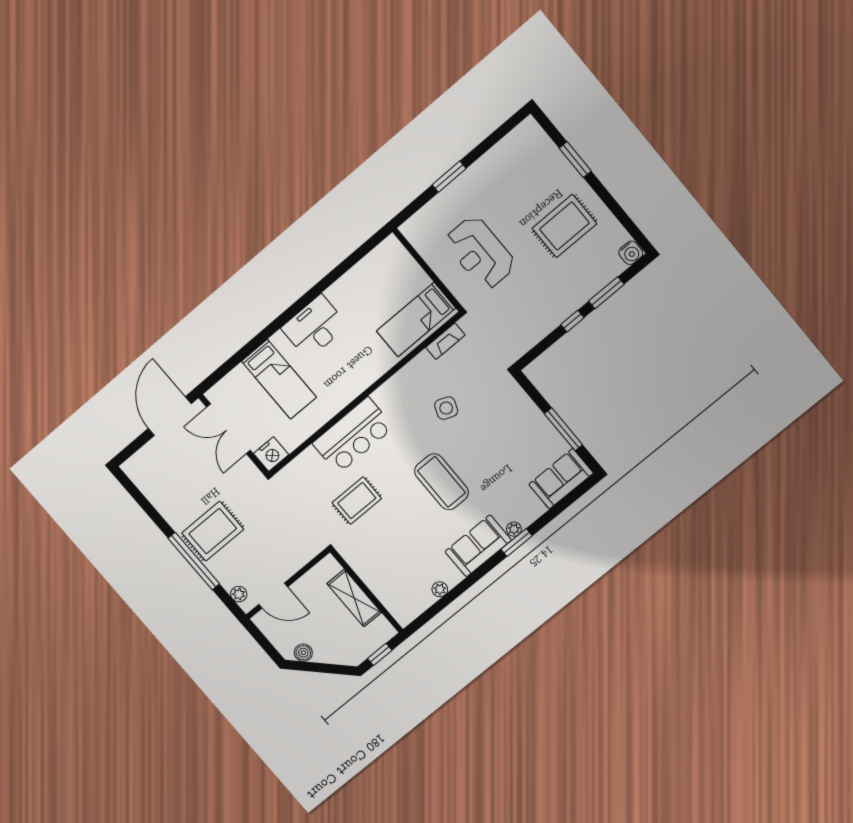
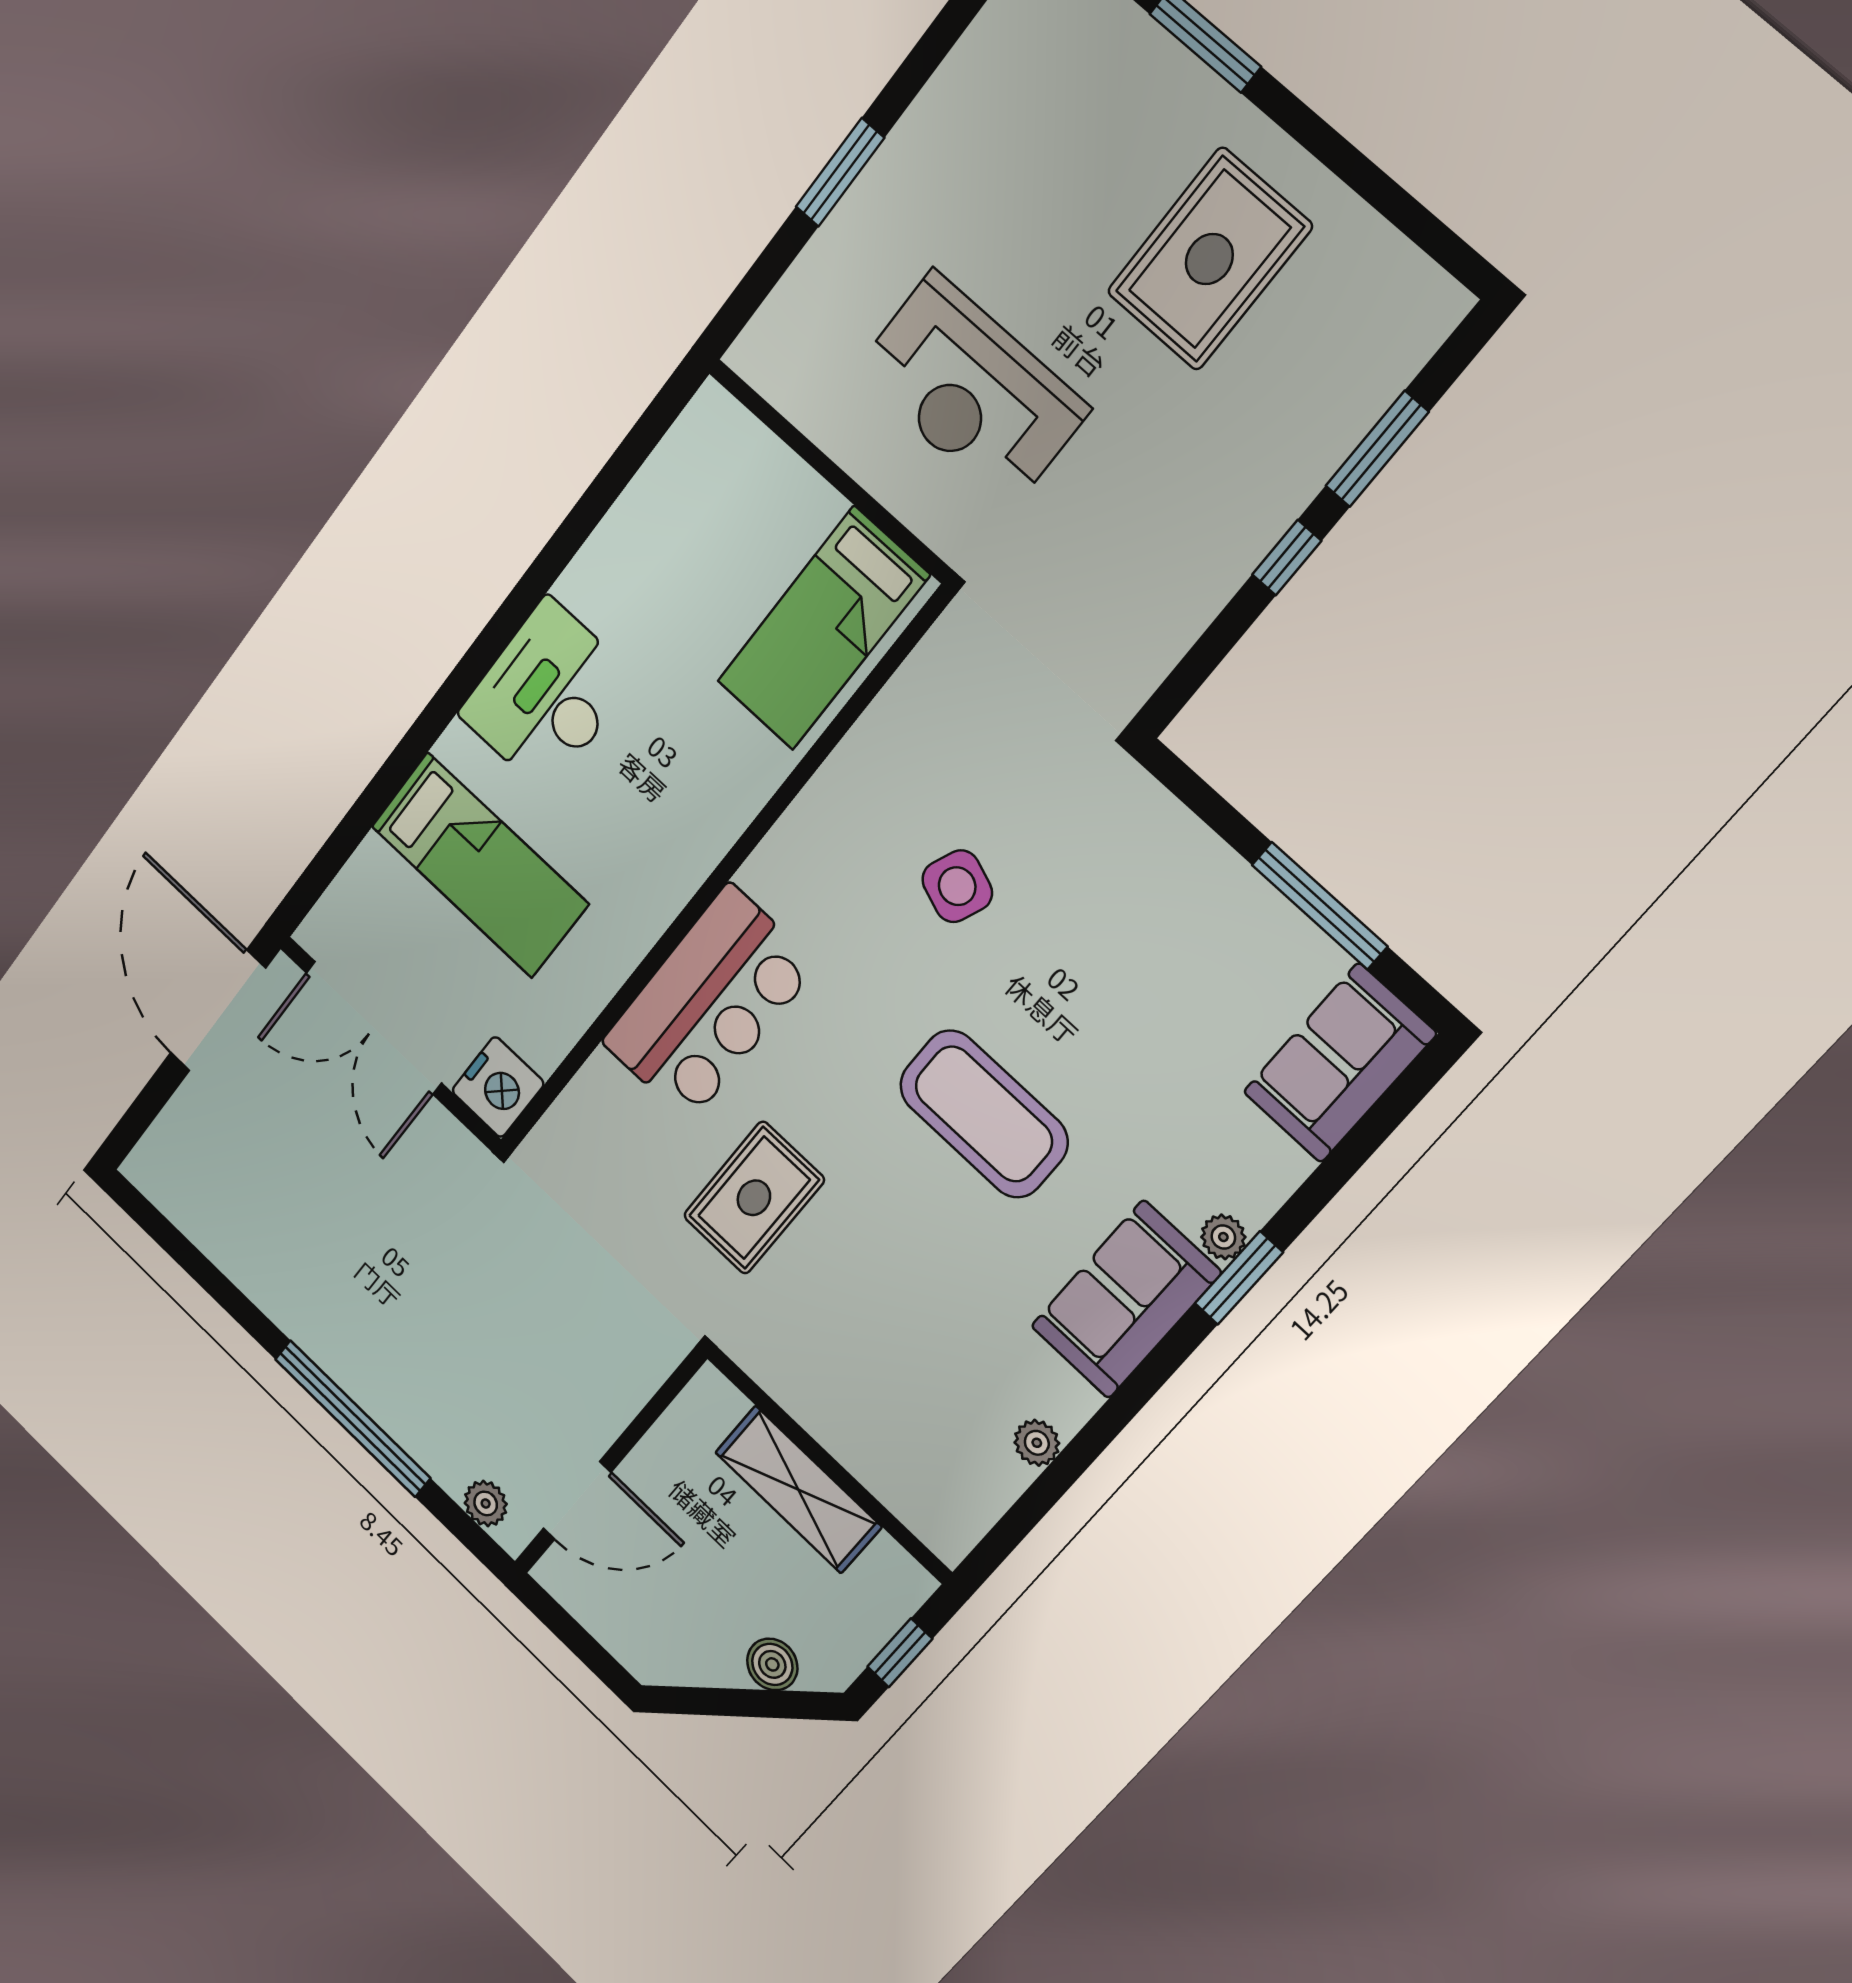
water cooler: (631, 253) -> (1432, 306), removed
fireplace: (445, 341) -> (919, 681), removed
rug: (213, 531) -> (386, 1328), removed
boiler: (303, 653) -> (772, 1664), moved

